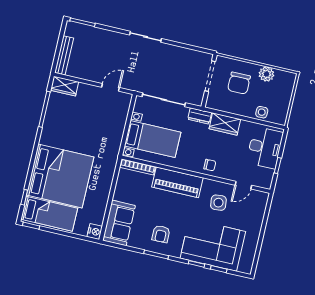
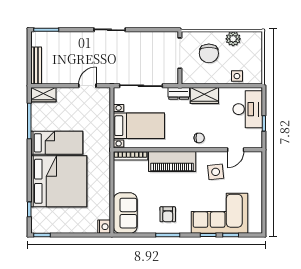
bed: (49, 214) -> (57, 143), moved

